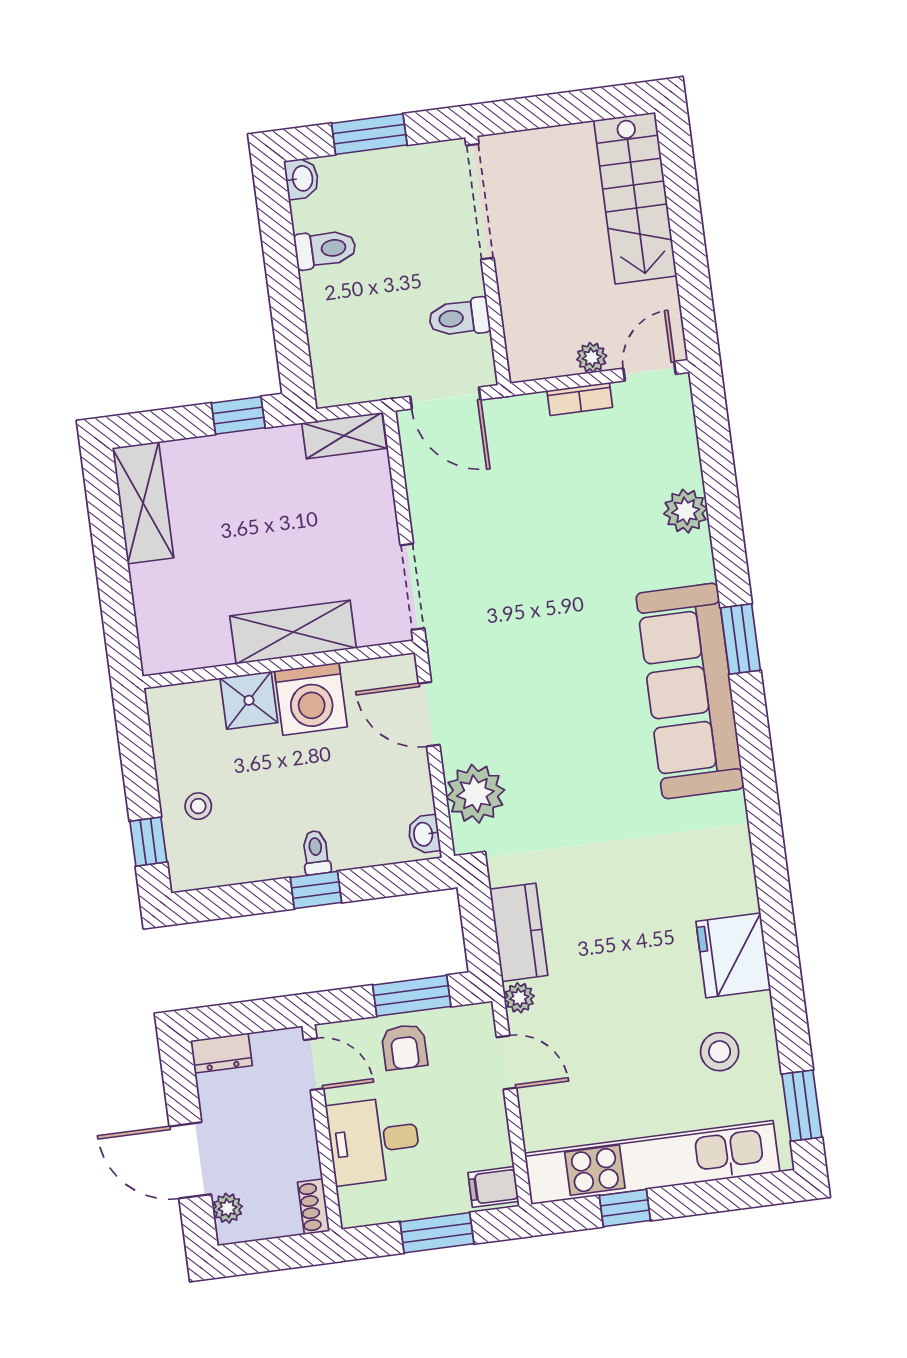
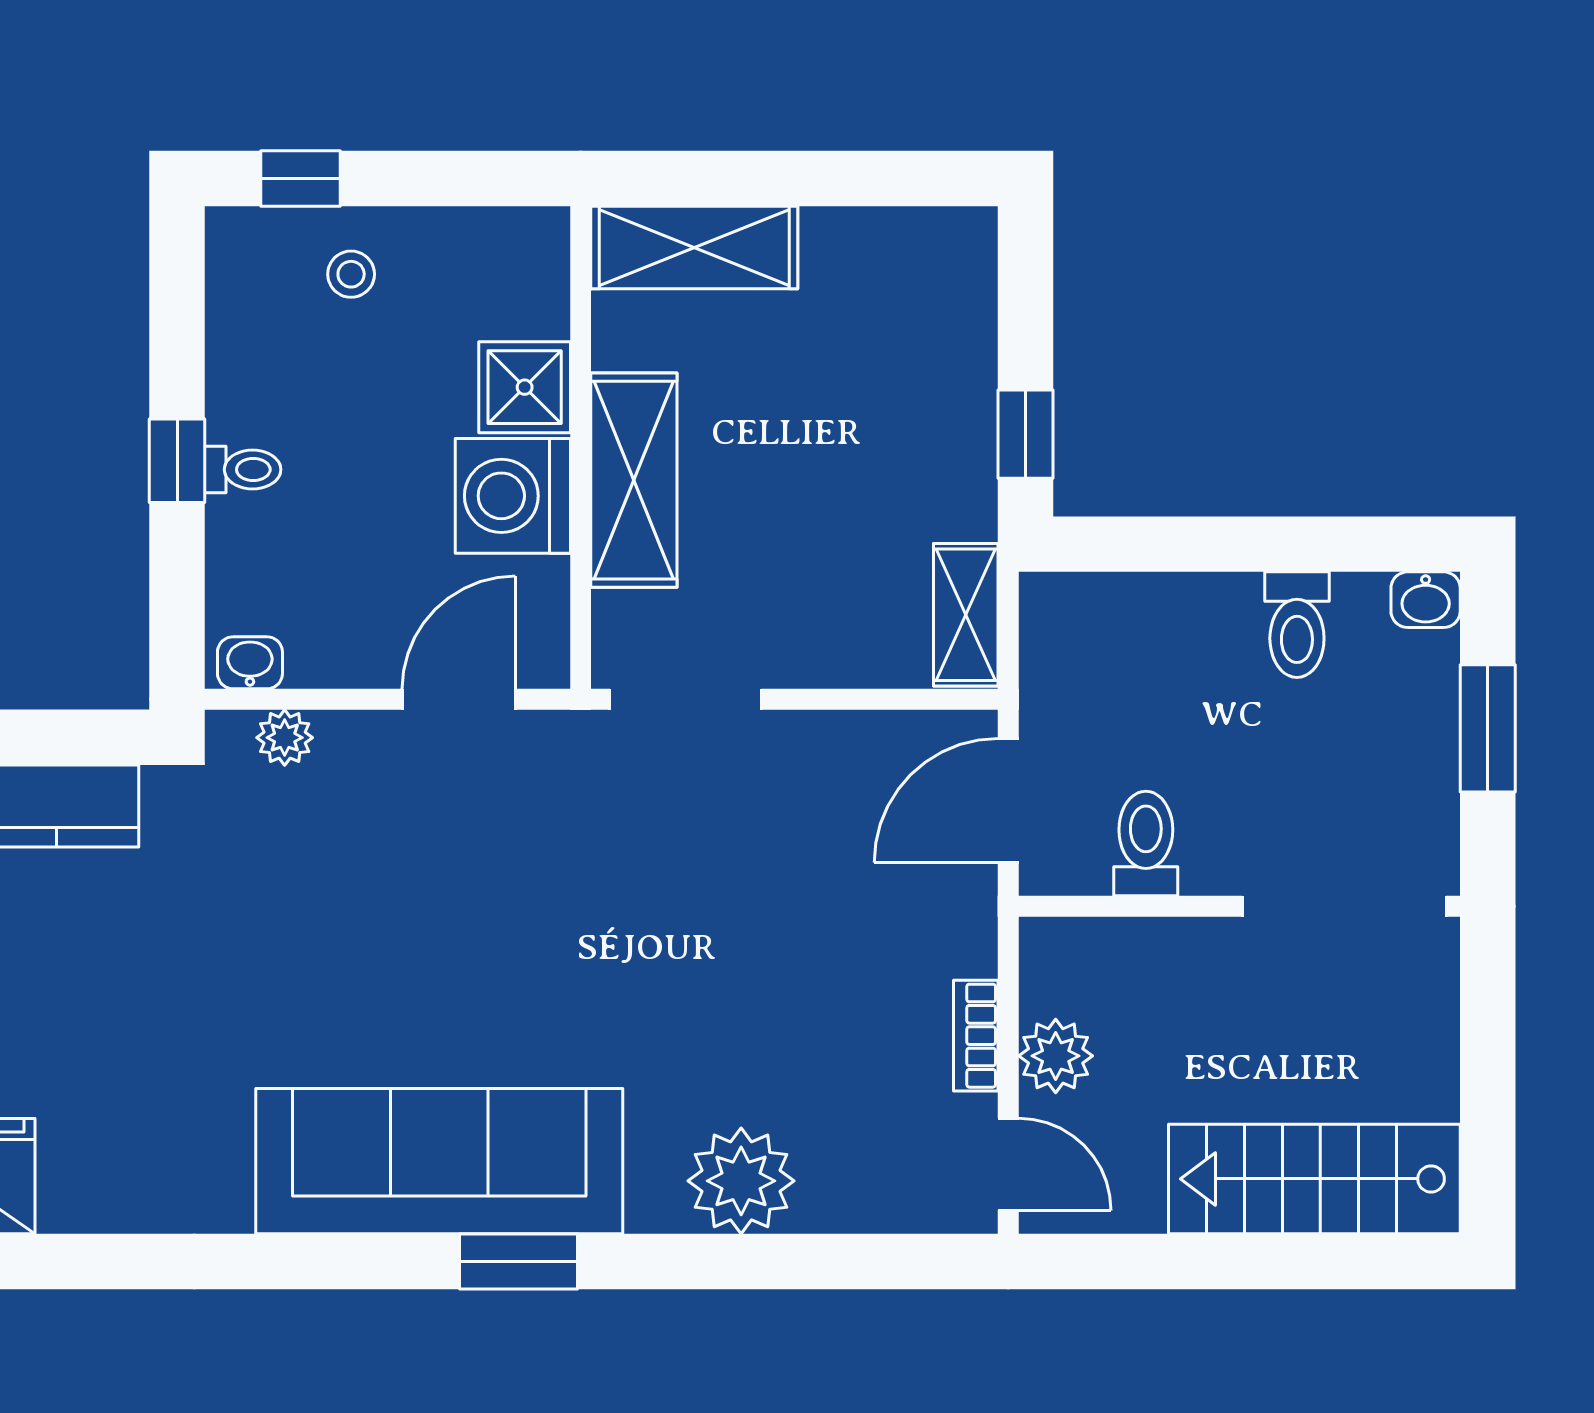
plant: (592, 358) -> (1056, 1056), width x1.38, depth x1.38
shelving: (143, 503) -> (694, 247), moved
plant: (686, 511) -> (741, 1181), width x1.36, depth x1.36
plant: (475, 794) -> (285, 738), width x0.53, depth x0.53

